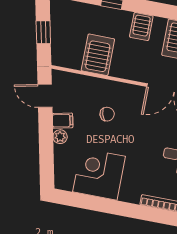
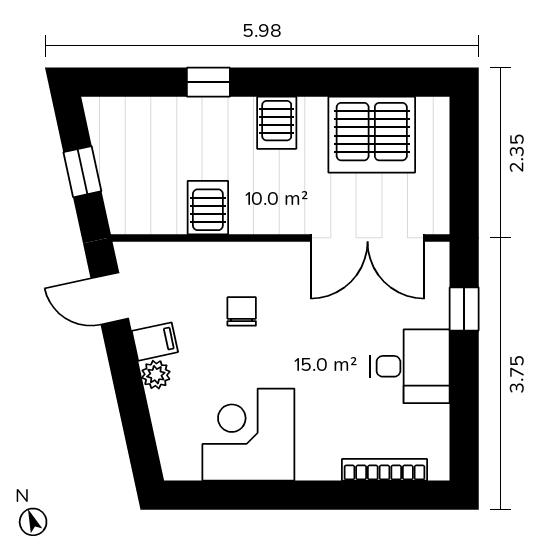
server rack: (98, 55) -> (208, 208), width x0.73, depth x0.70
chair: (107, 114) -> (242, 311), turned -72

